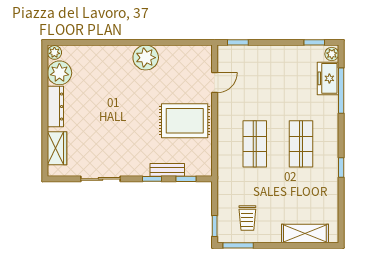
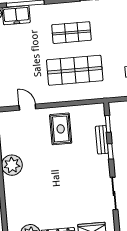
rug: (185, 121) -> (61, 129), width x0.73, depth x0.70
shop shelf: (255, 144) -> (75, 70), width x1.43, depth x1.36

